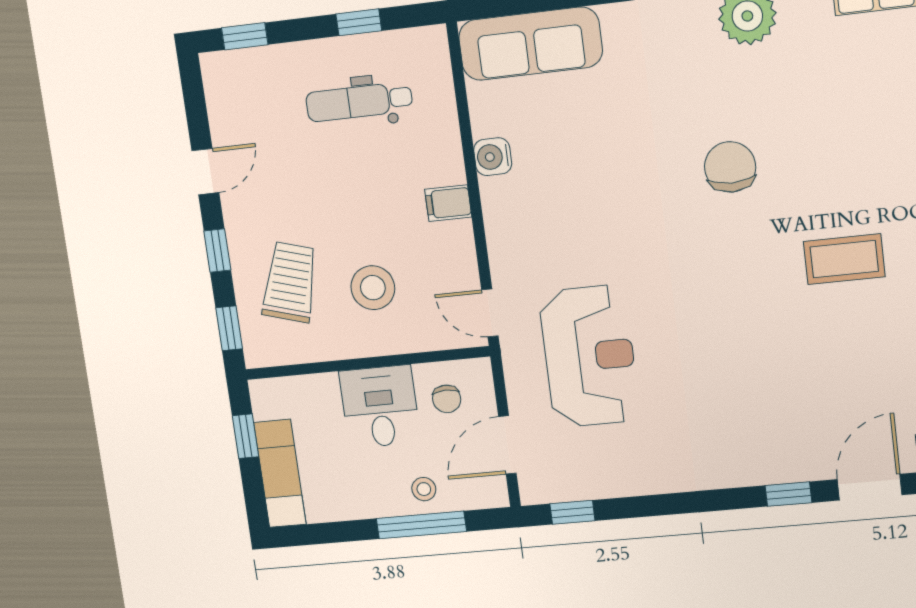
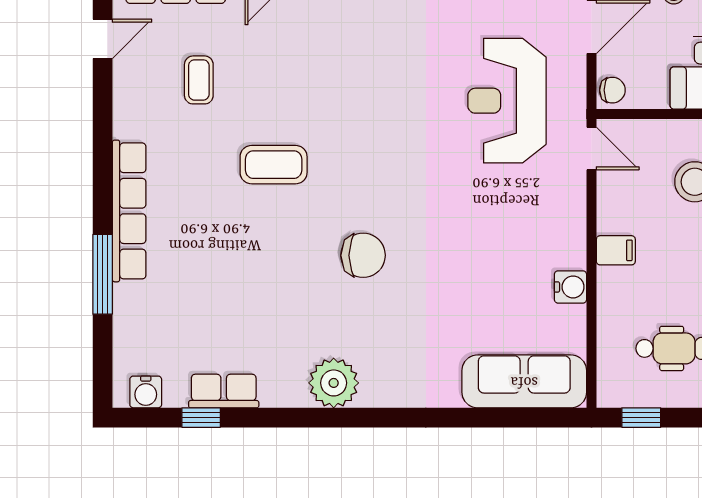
window: (359, 22) -> (641, 418), moved
chair: (730, 167) -> (363, 255), turned -90
chair: (447, 399) -> (612, 90), moved, turned 91

